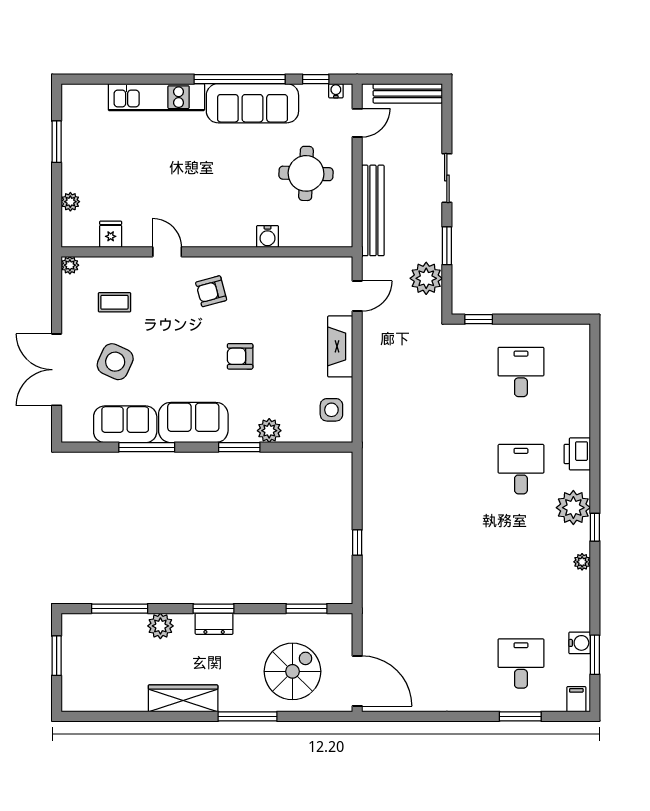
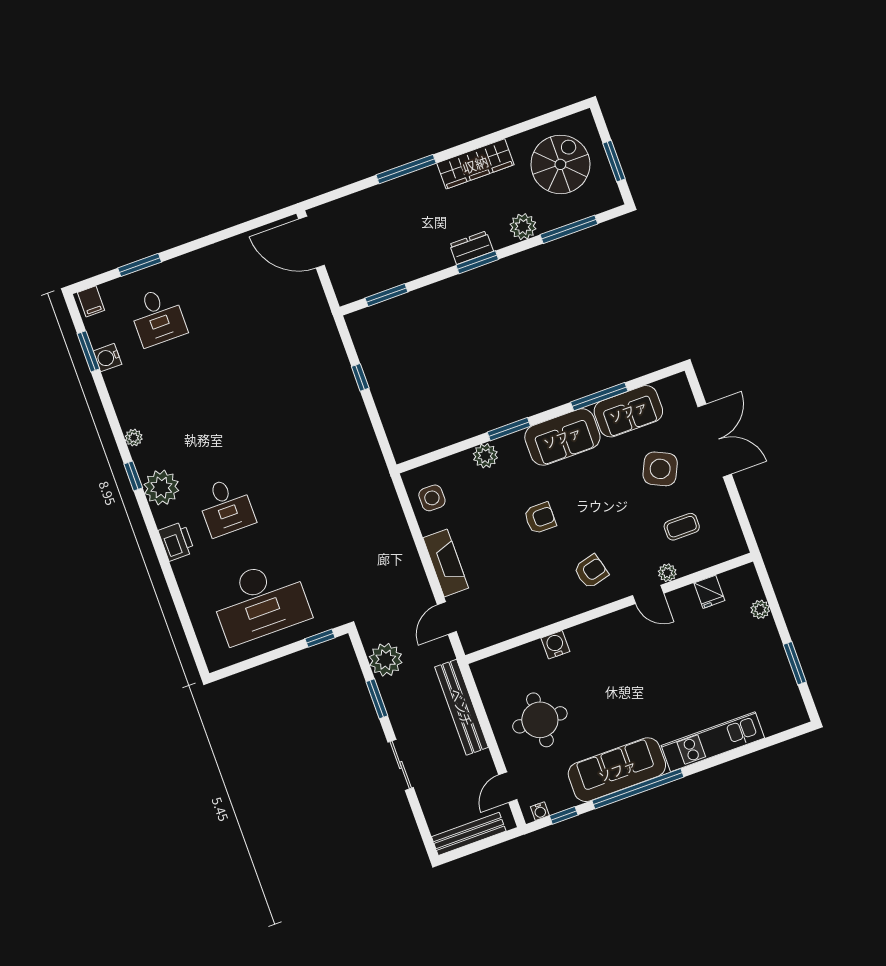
plant: (70, 265) -> (667, 573), moved
desk: (521, 372) -> (260, 602), width x1.87, depth x1.30
spiral stairs: (292, 671) -> (560, 164), moved, turned 180

